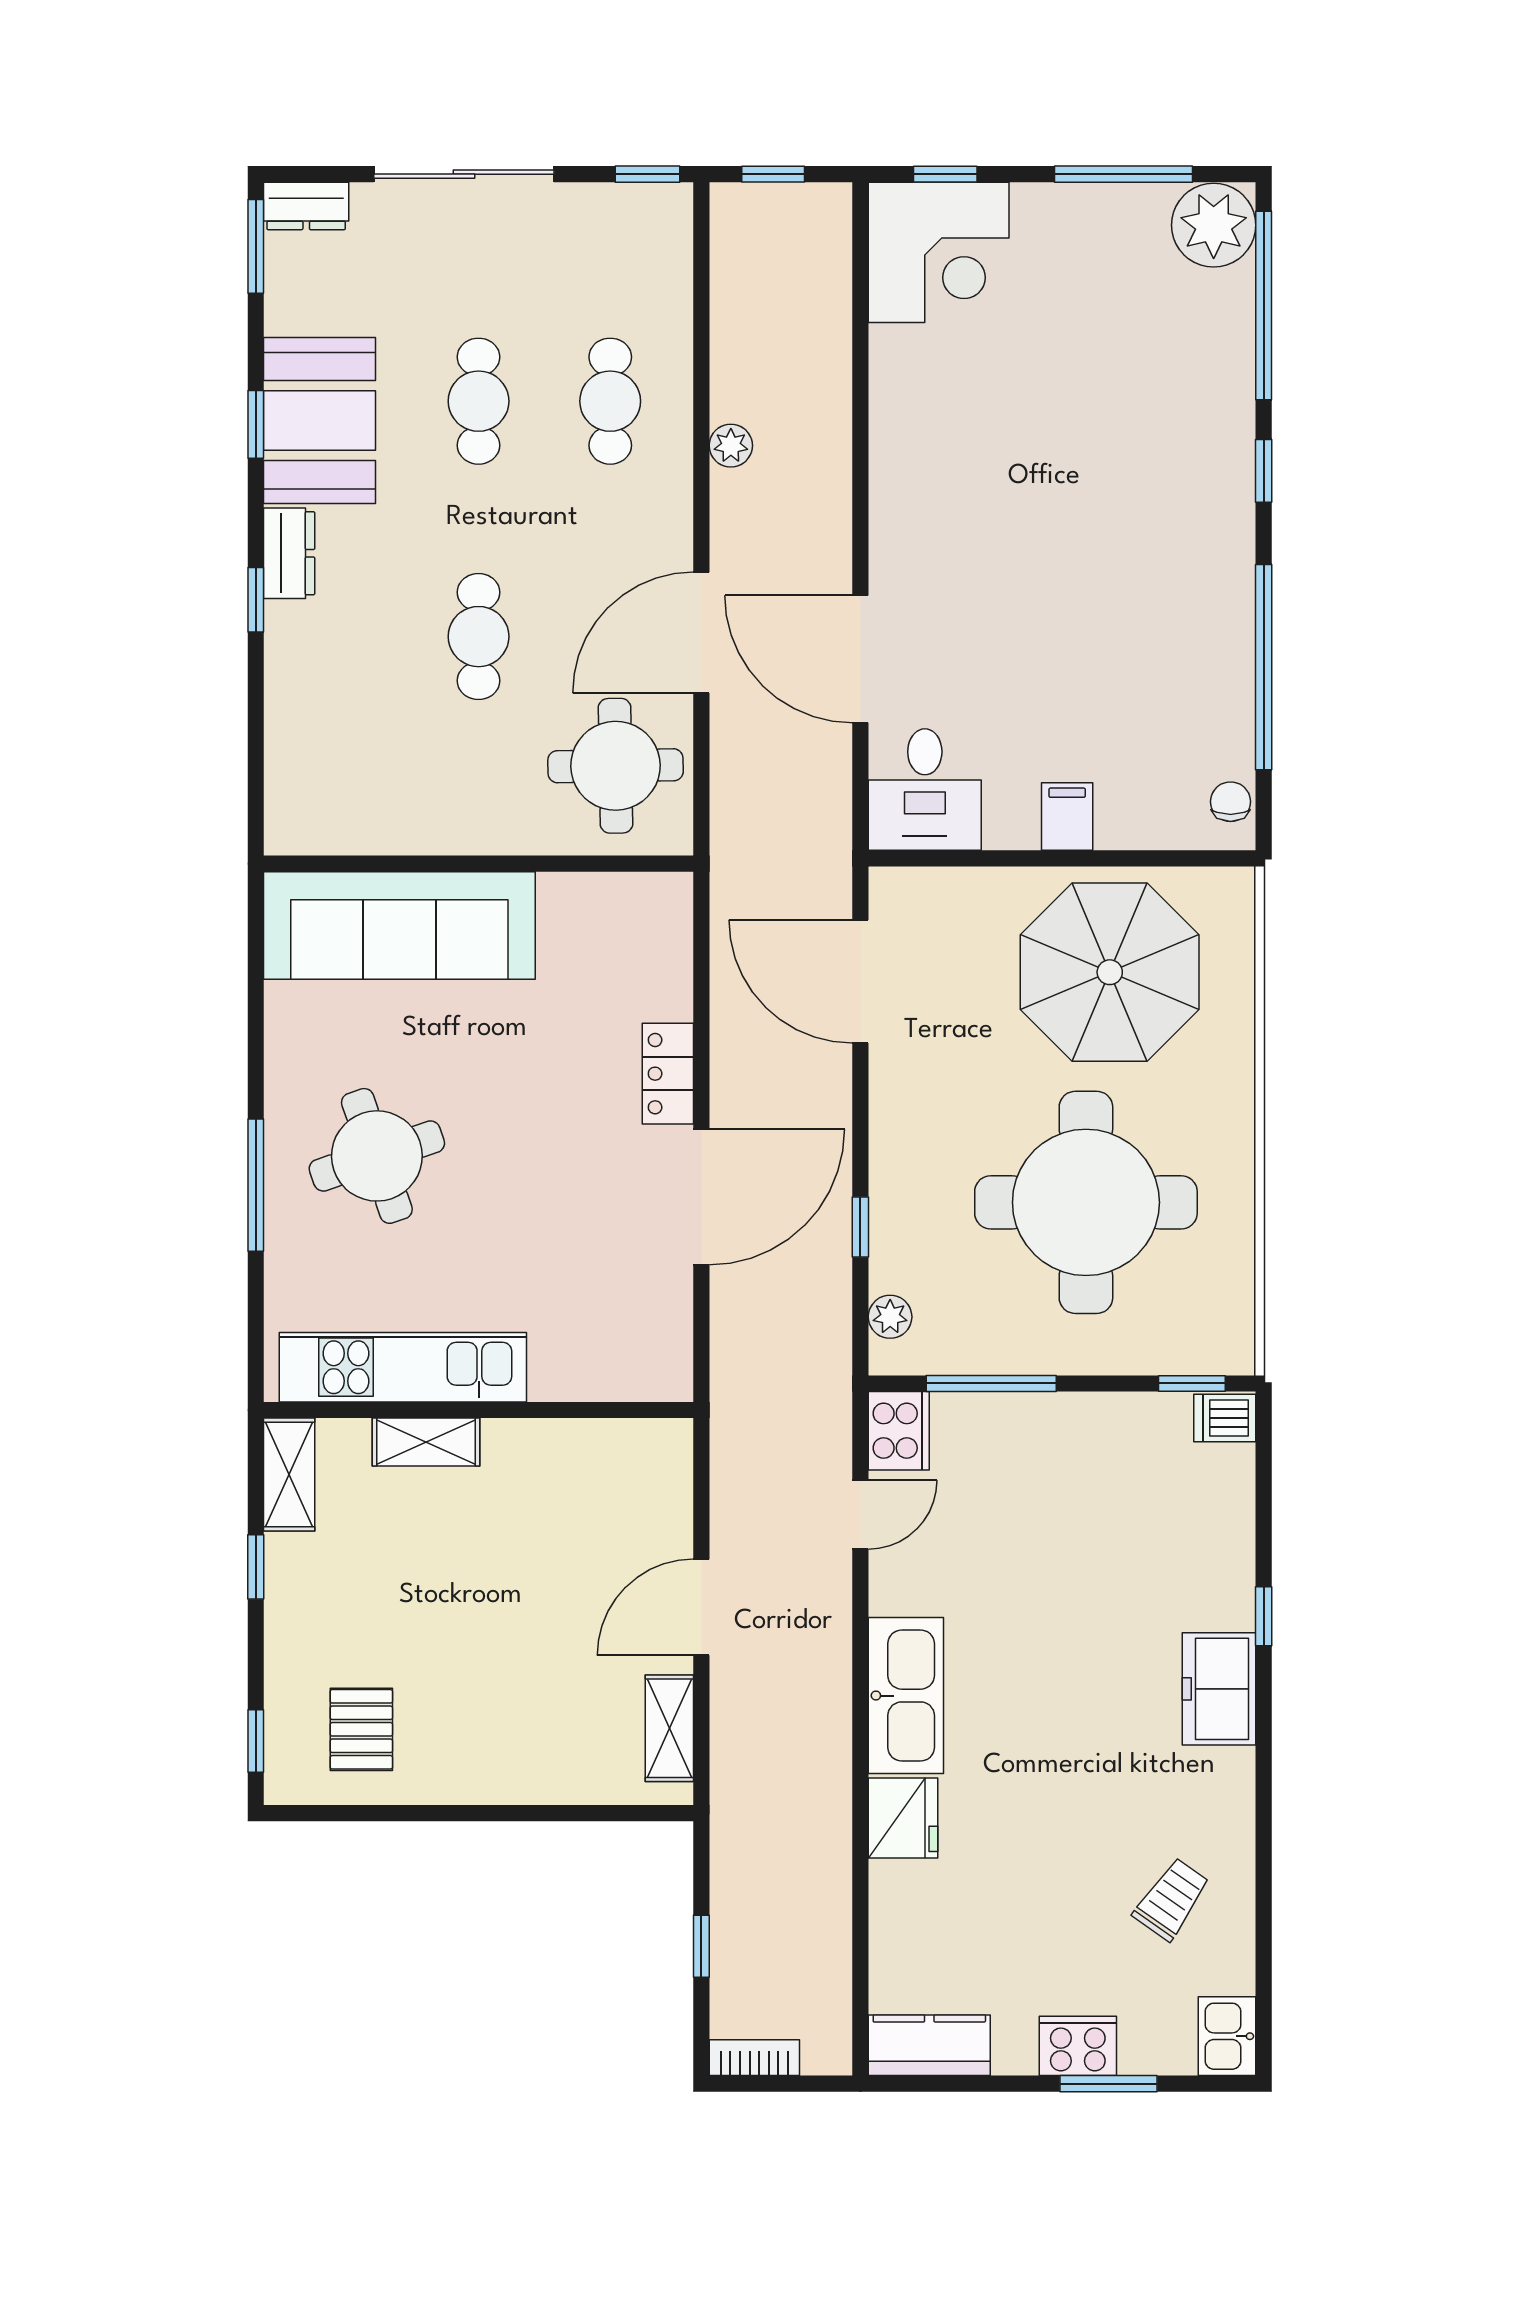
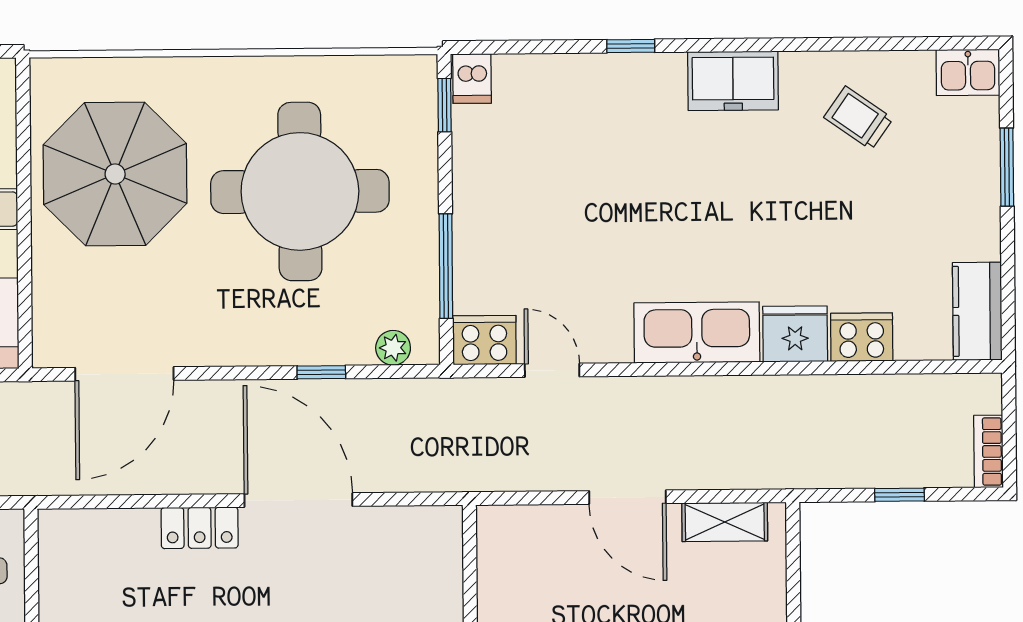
freezer: (1219, 1689) -> (733, 81), moved
cooker: (1078, 2046) -> (862, 337), moved, turned 90

